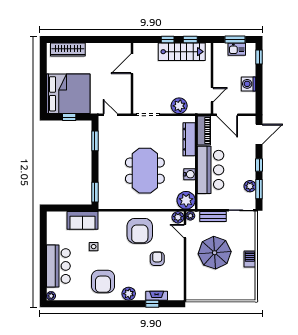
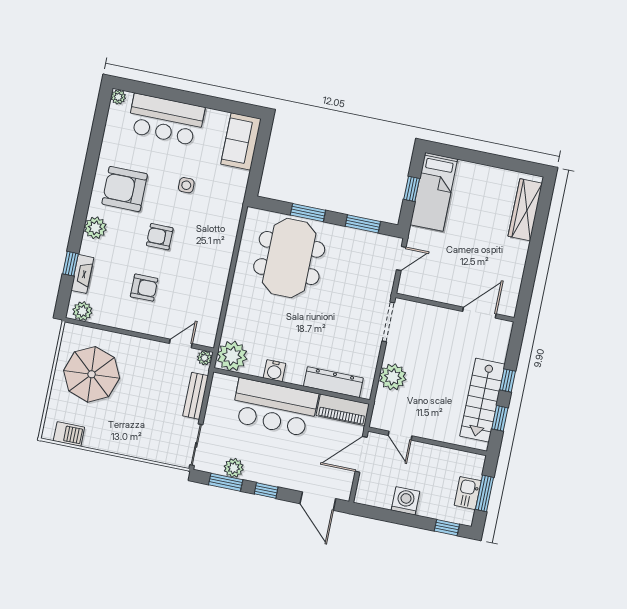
door: (132, 64) -> (479, 313), hinge flipped
bed: (68, 94) -> (434, 192), width x0.49
meeting table: (145, 171) -> (289, 258), moved, turned 90
window: (95, 192) -> (308, 213), moved
plant: (178, 217) -> (82, 311), moved
sofa: (83, 220) -> (241, 141), moved
armchair: (140, 231) -> (160, 237), moved, width x0.53, depth x0.53
parasol: (215, 253) -> (92, 374), moved
barbecue: (250, 259) -> (69, 434), moved

